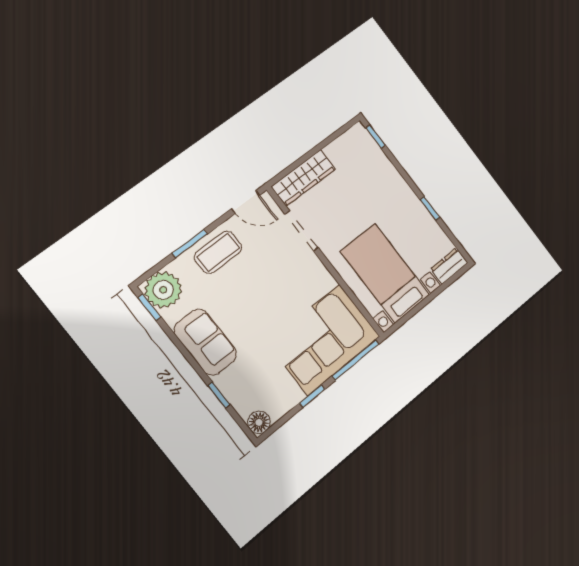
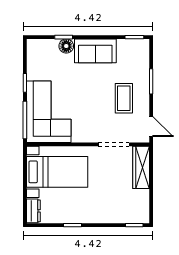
door: (246, 202) -> (151, 127), swing flipped
coffee table: (218, 252) -> (124, 98), moved
plant: (163, 290) -> (138, 50), removed
floor lamp: (259, 422) -> (66, 46), moved

